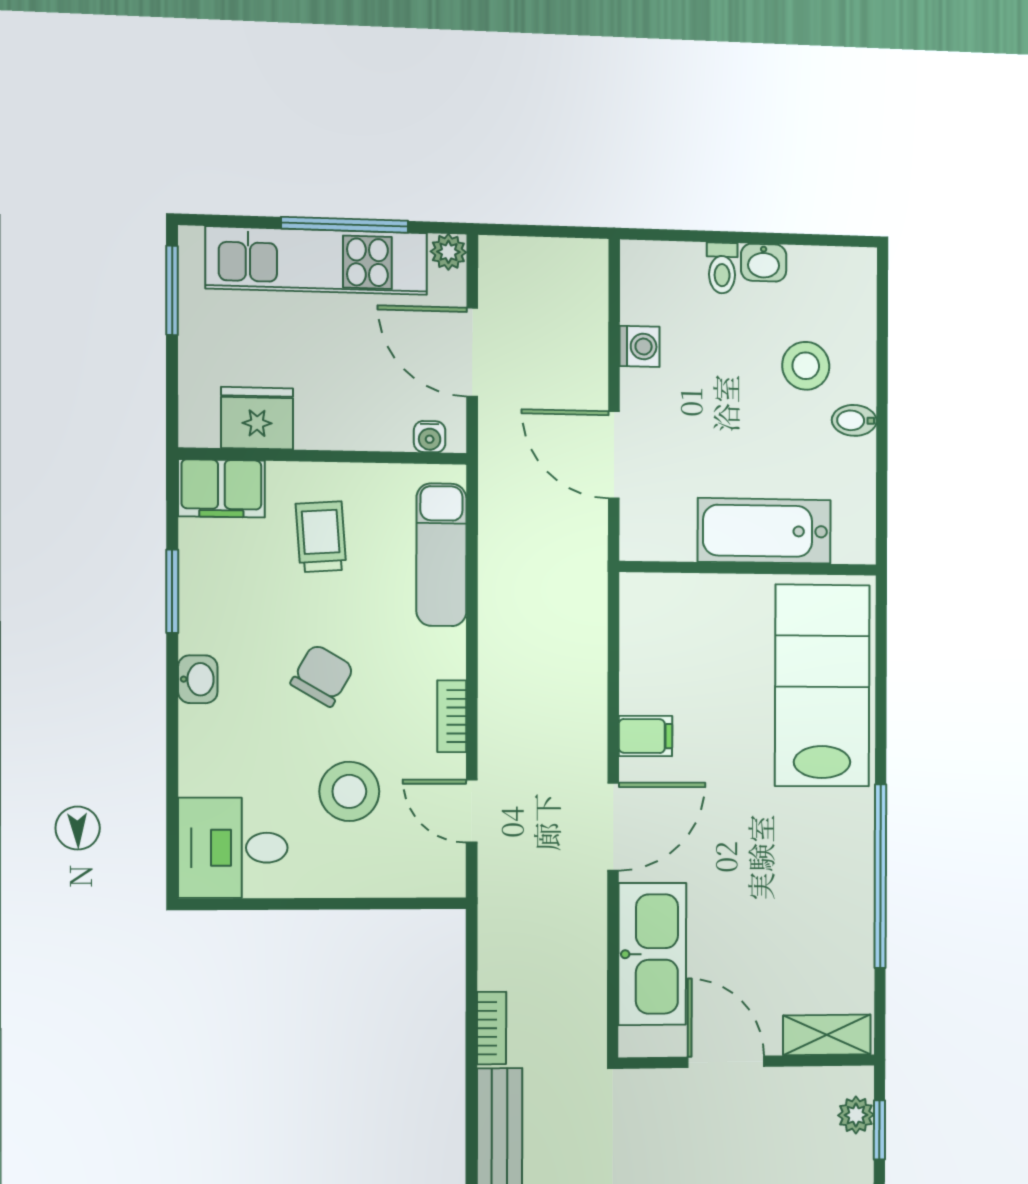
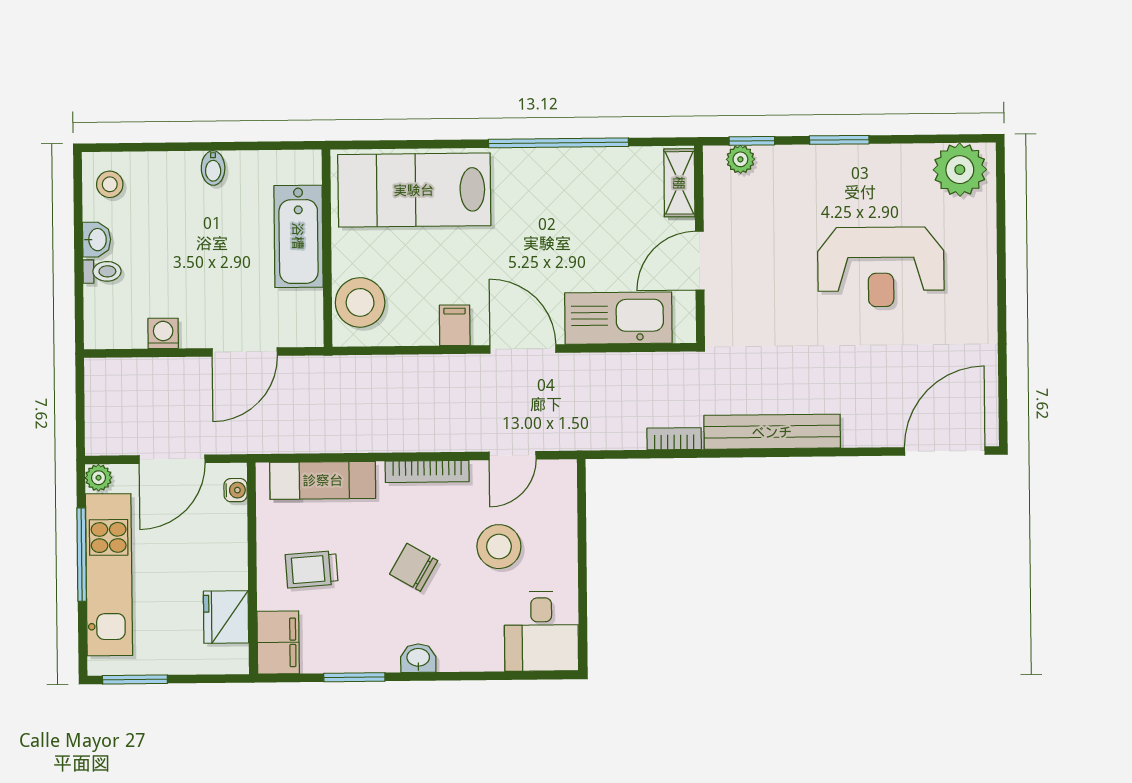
stool: (806, 366) -> (110, 184), moved, width x0.73, depth x0.73
stool: (677, 611) -> (360, 302), added
bookcase: (452, 716) -> (427, 471), width x1.56

